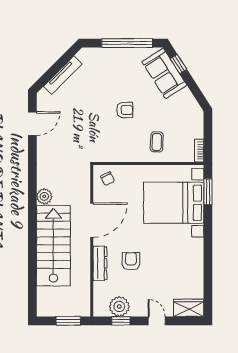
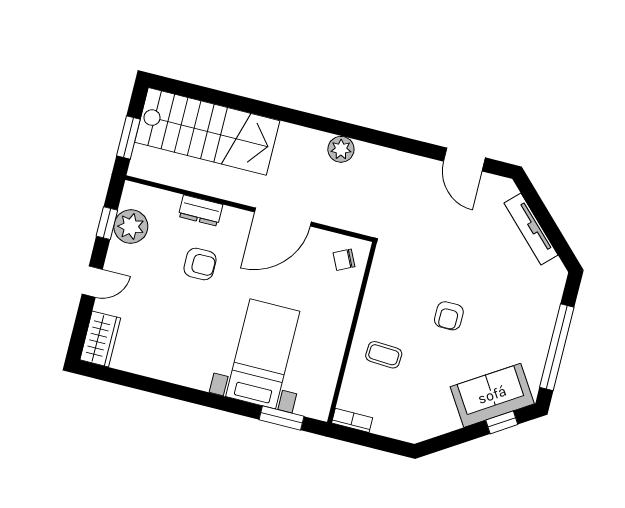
bed with nightstands: (174, 203) -> (263, 354), width x0.73
door: (92, 220) -> (283, 217), hinge flipped
stairs: (53, 246) -> (207, 131), moved
dresser: (100, 263) -> (201, 211), width x0.70

